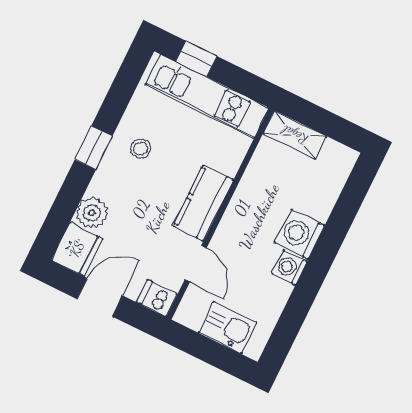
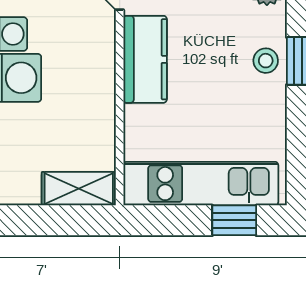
stool: (141, 149) -> (266, 61), moved

